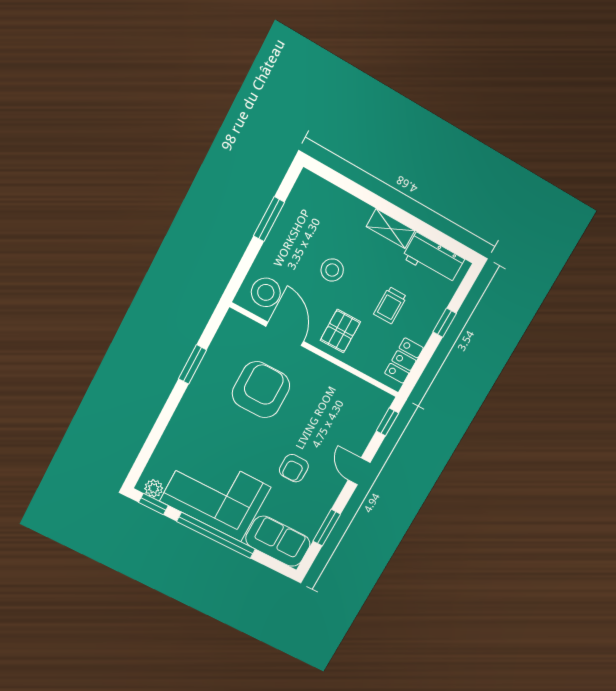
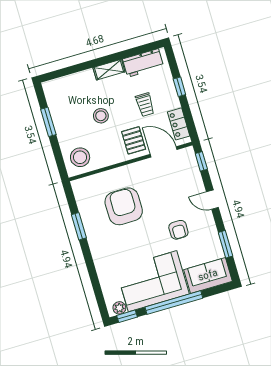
door: (285, 334) -> (164, 152), moved

